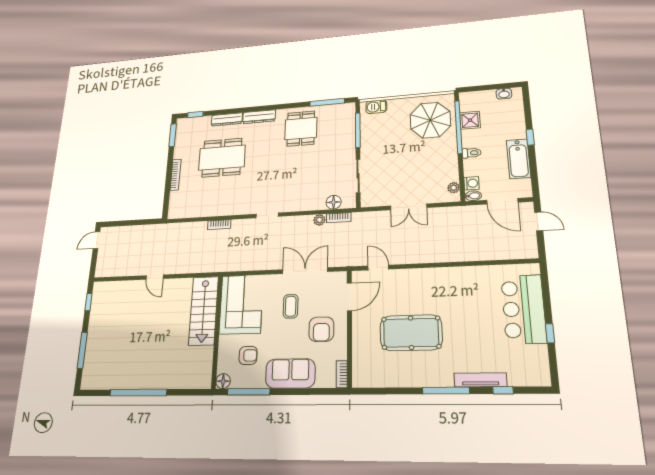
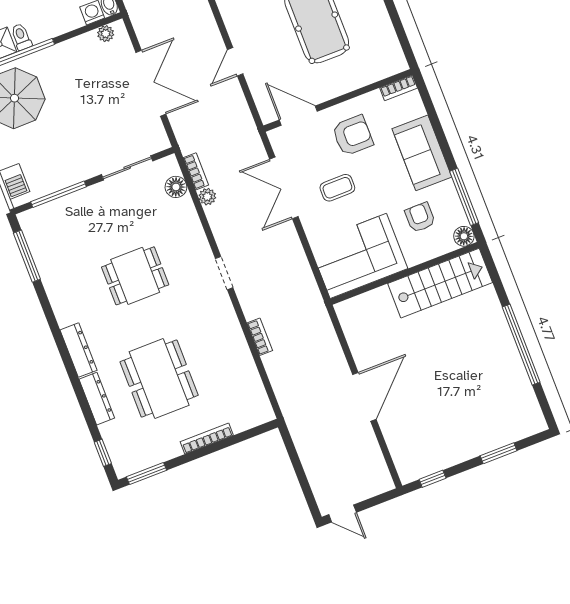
dining table: (301, 129) -> (135, 276), moved
toilet: (472, 153) -> (21, 37), moved
double door: (409, 207) -> (151, 83), width x1.37
door: (378, 268) -> (235, 62), moved
door: (155, 277) -> (364, 397), width x1.88
stairs: (204, 311) -> (440, 283), moved
window: (82, 350) -> (499, 453), width x0.69

